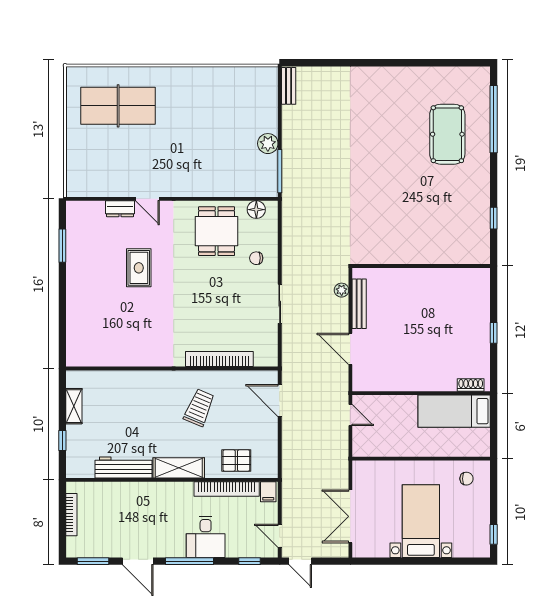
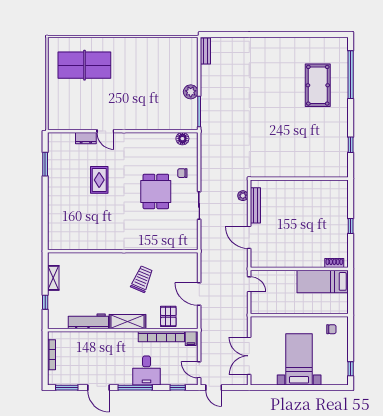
dining table: (217, 231) -> (156, 191), moved
bookcase: (219, 359) -> (156, 245), removed
door: (280, 401) -> (199, 294), moved
pallet: (236, 461) -> (168, 316), turned 90

